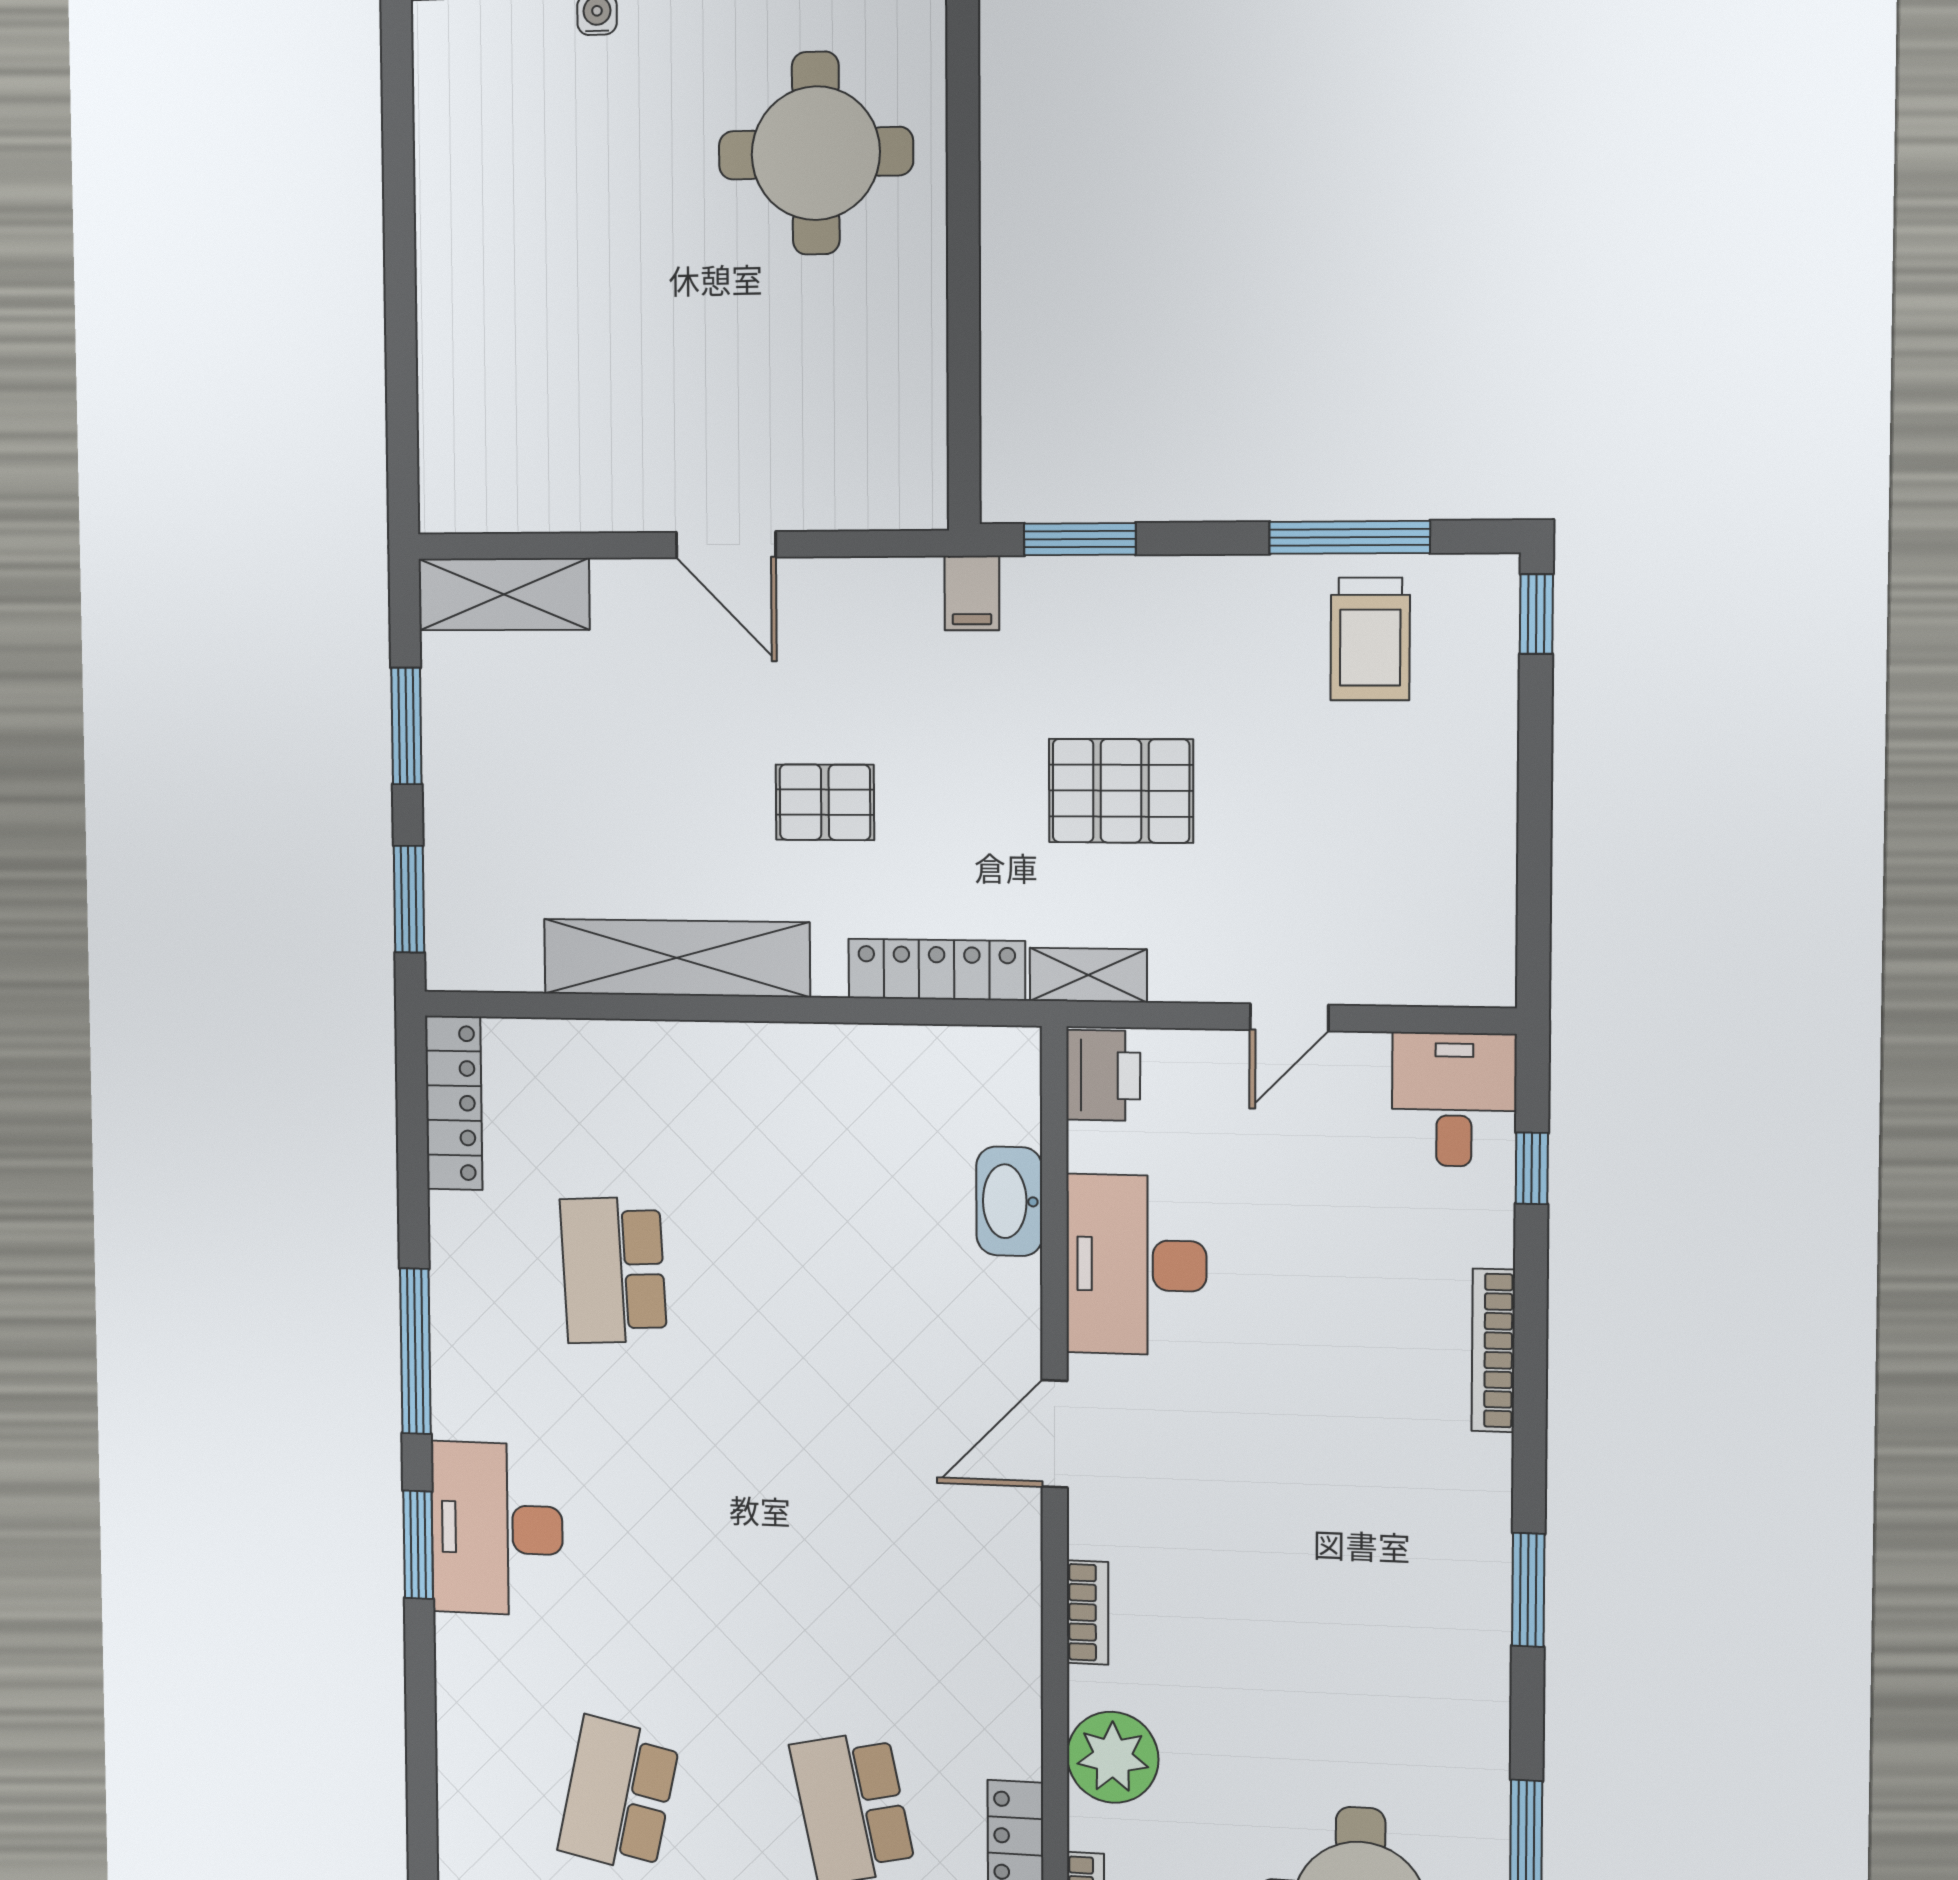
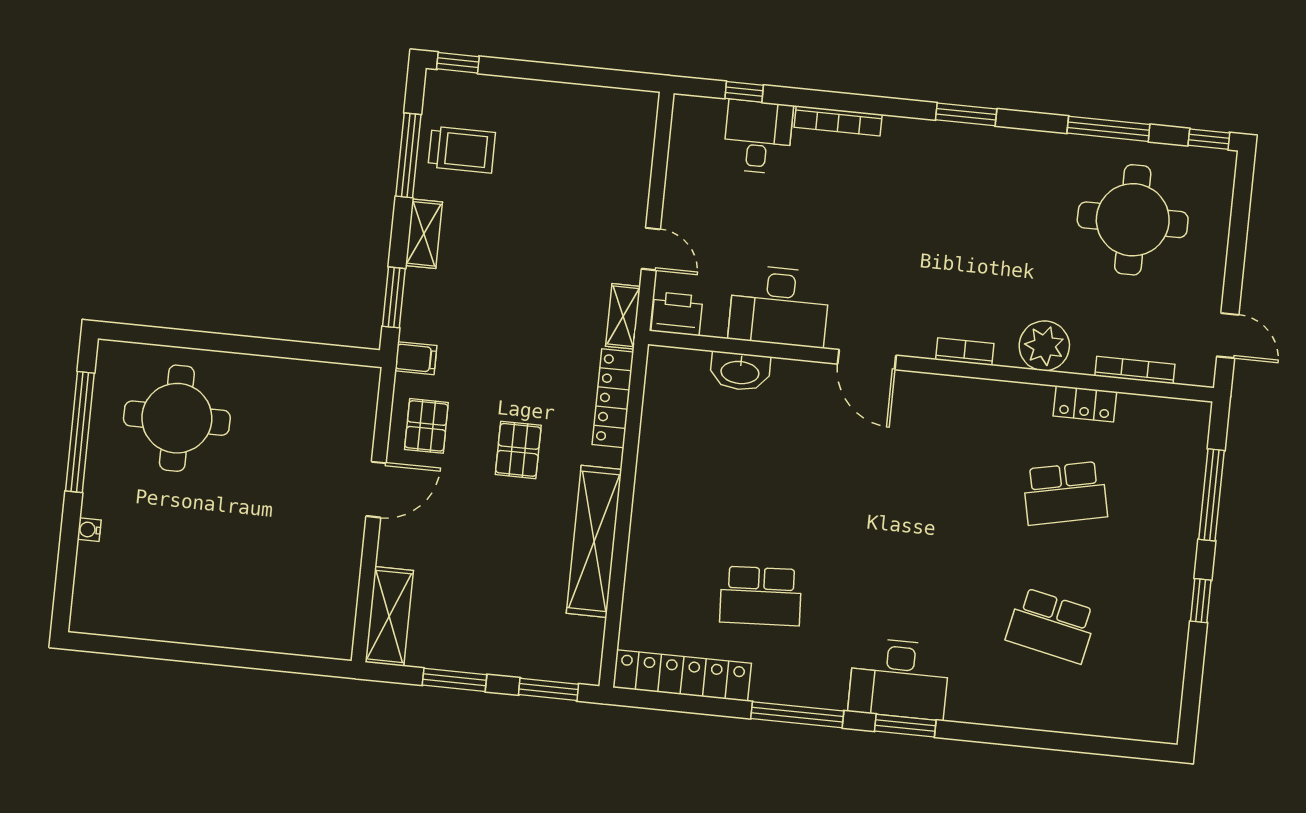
shelving: (1204, 583) -> (424, 234), added
pallet: (1121, 791) -> (426, 426), moved, width x0.67, depth x0.71
door: (1289, 1017) -> (651, 249), moved
desk: (1454, 1100) -> (758, 137), moved, turned 90
locker: (454, 1103) -> (682, 675), width x1.41, depth x1.21

